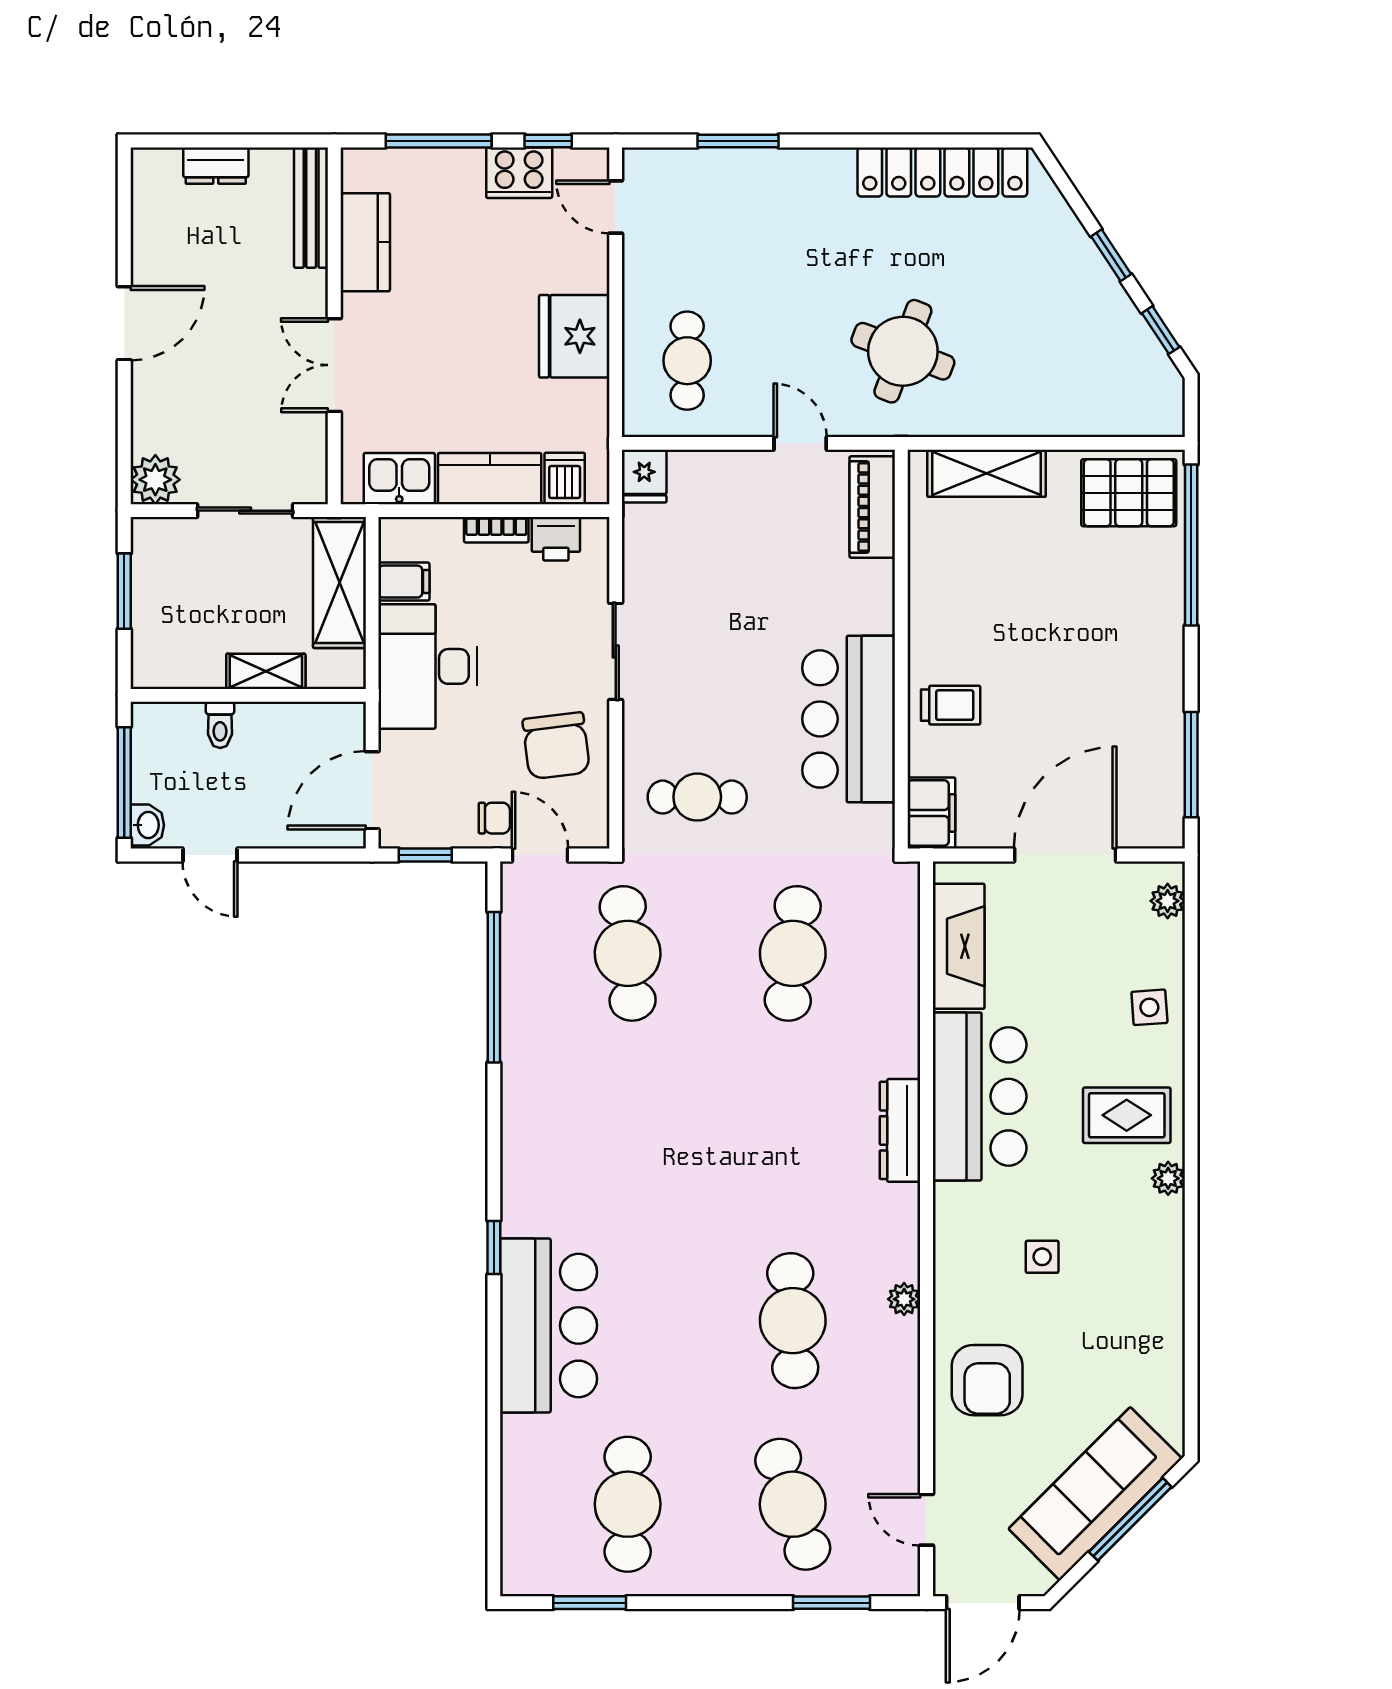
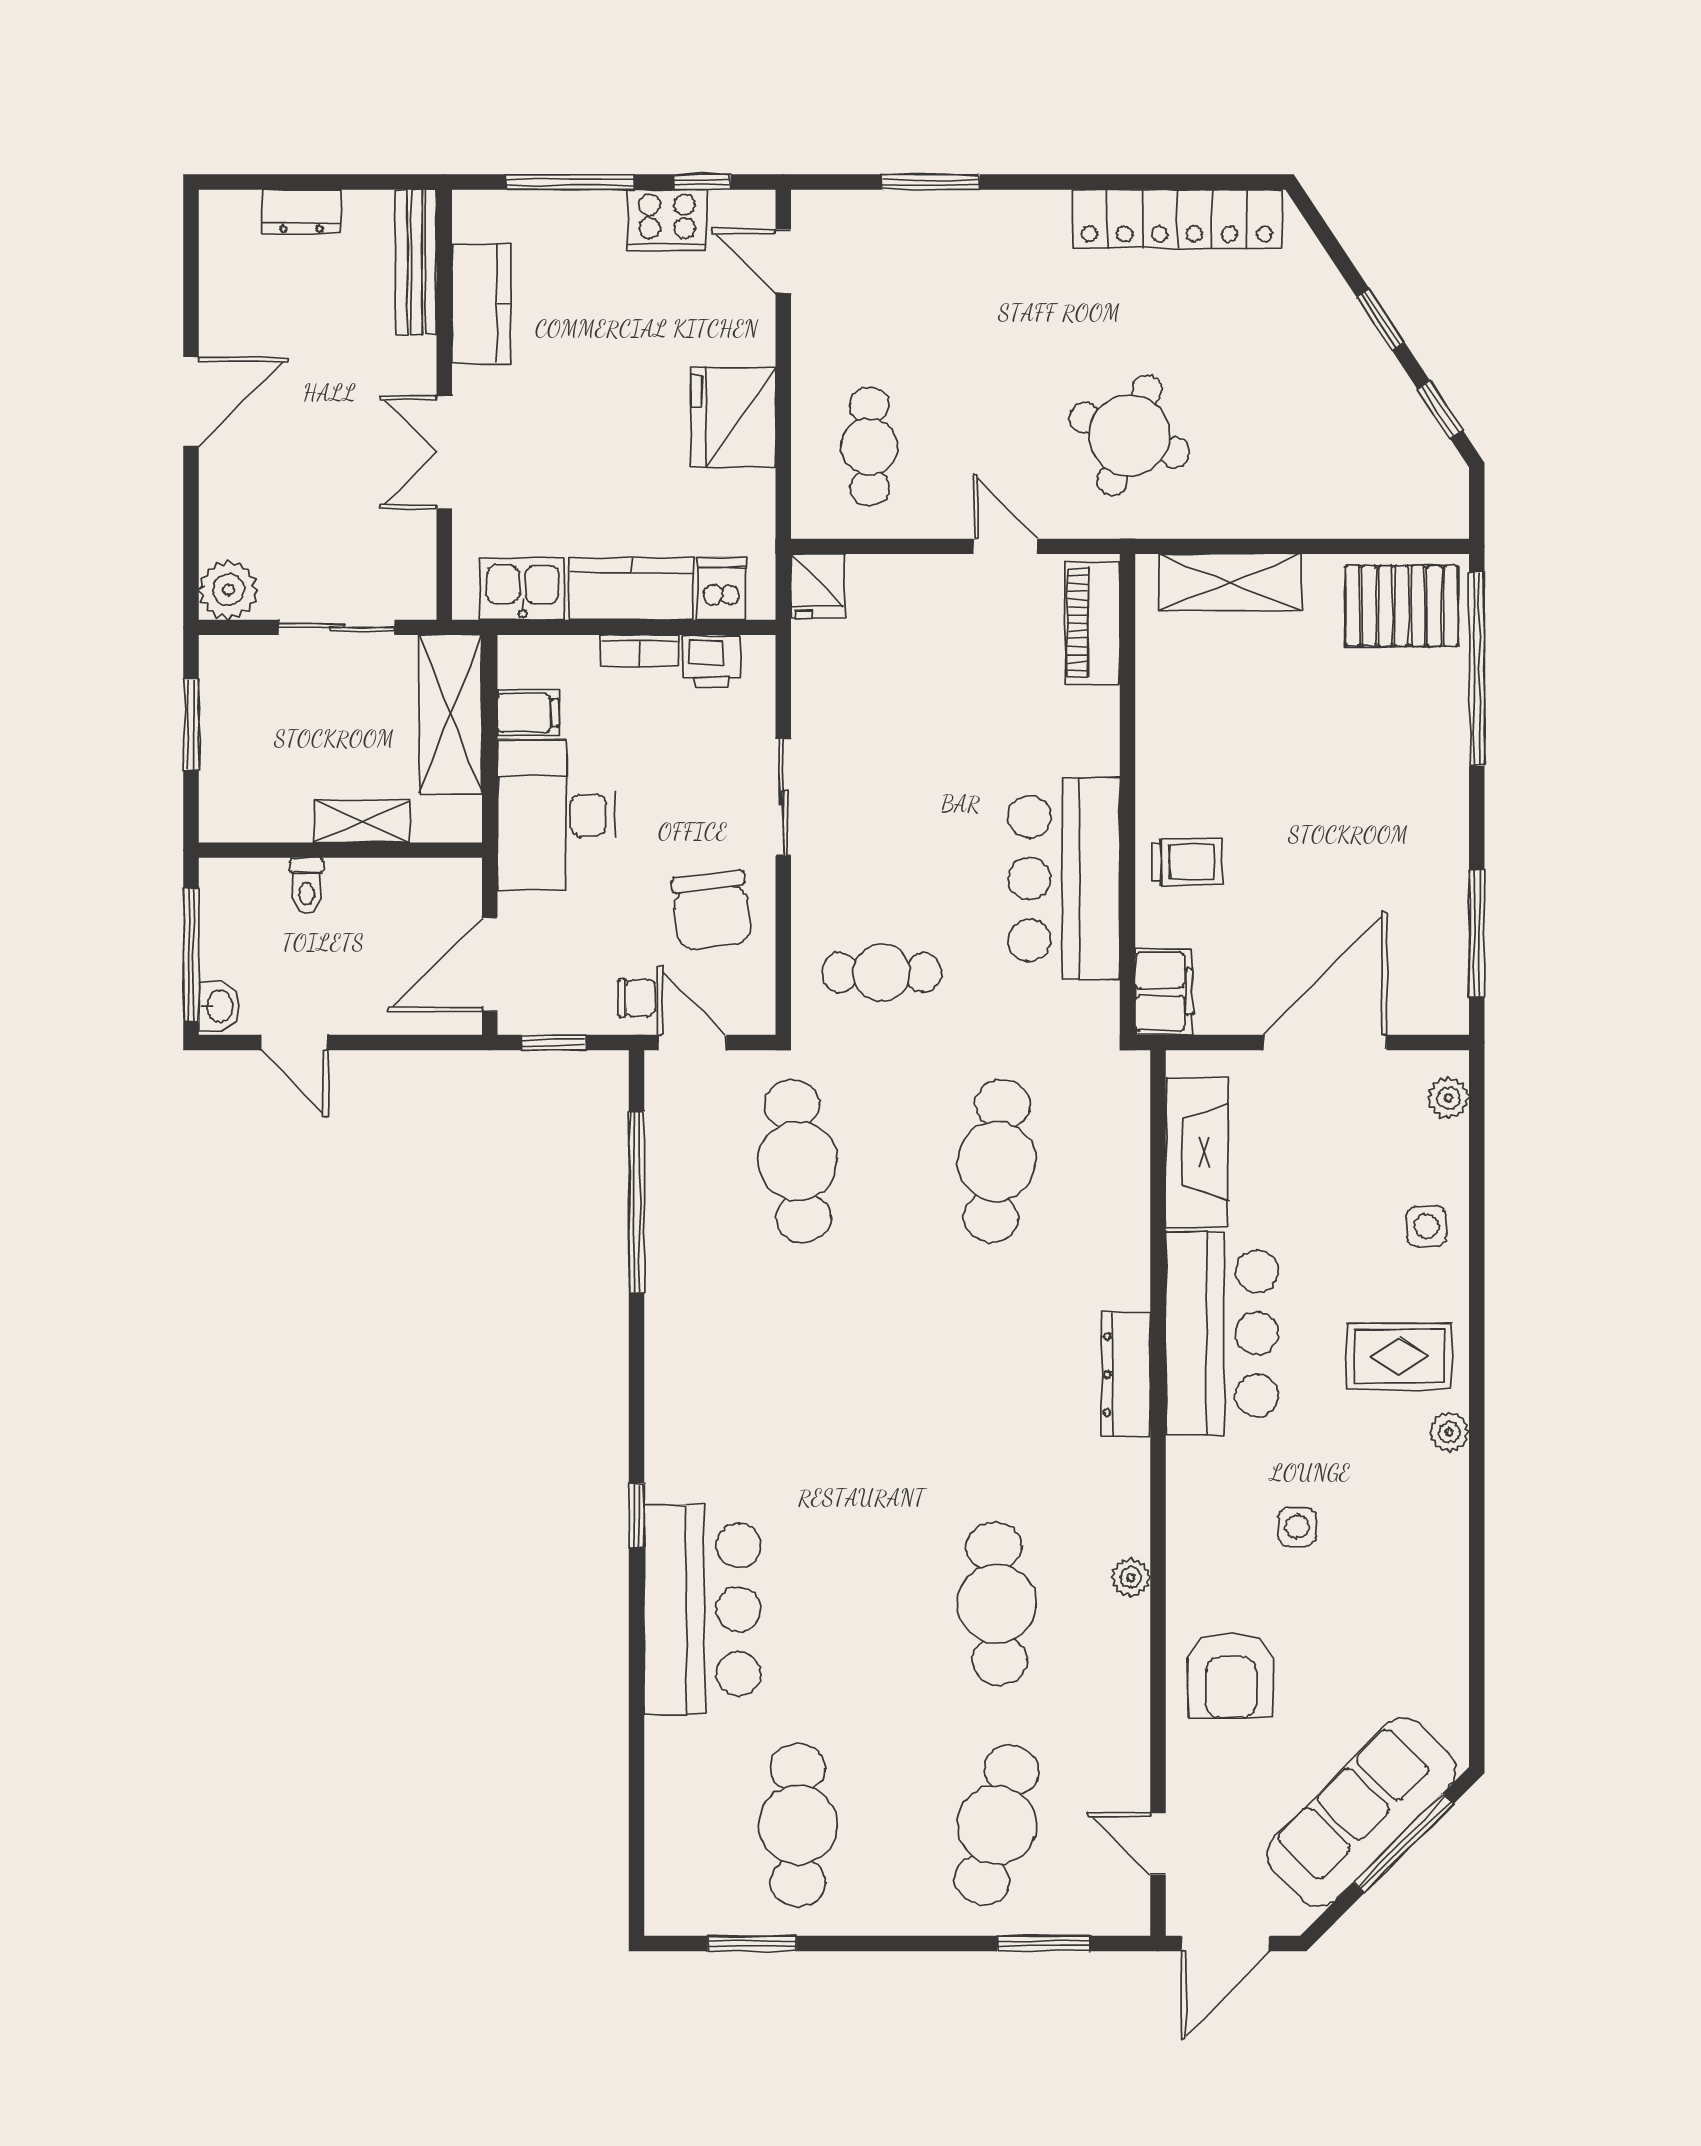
cafe table: (793, 1504) -> (997, 1825), turned 33

